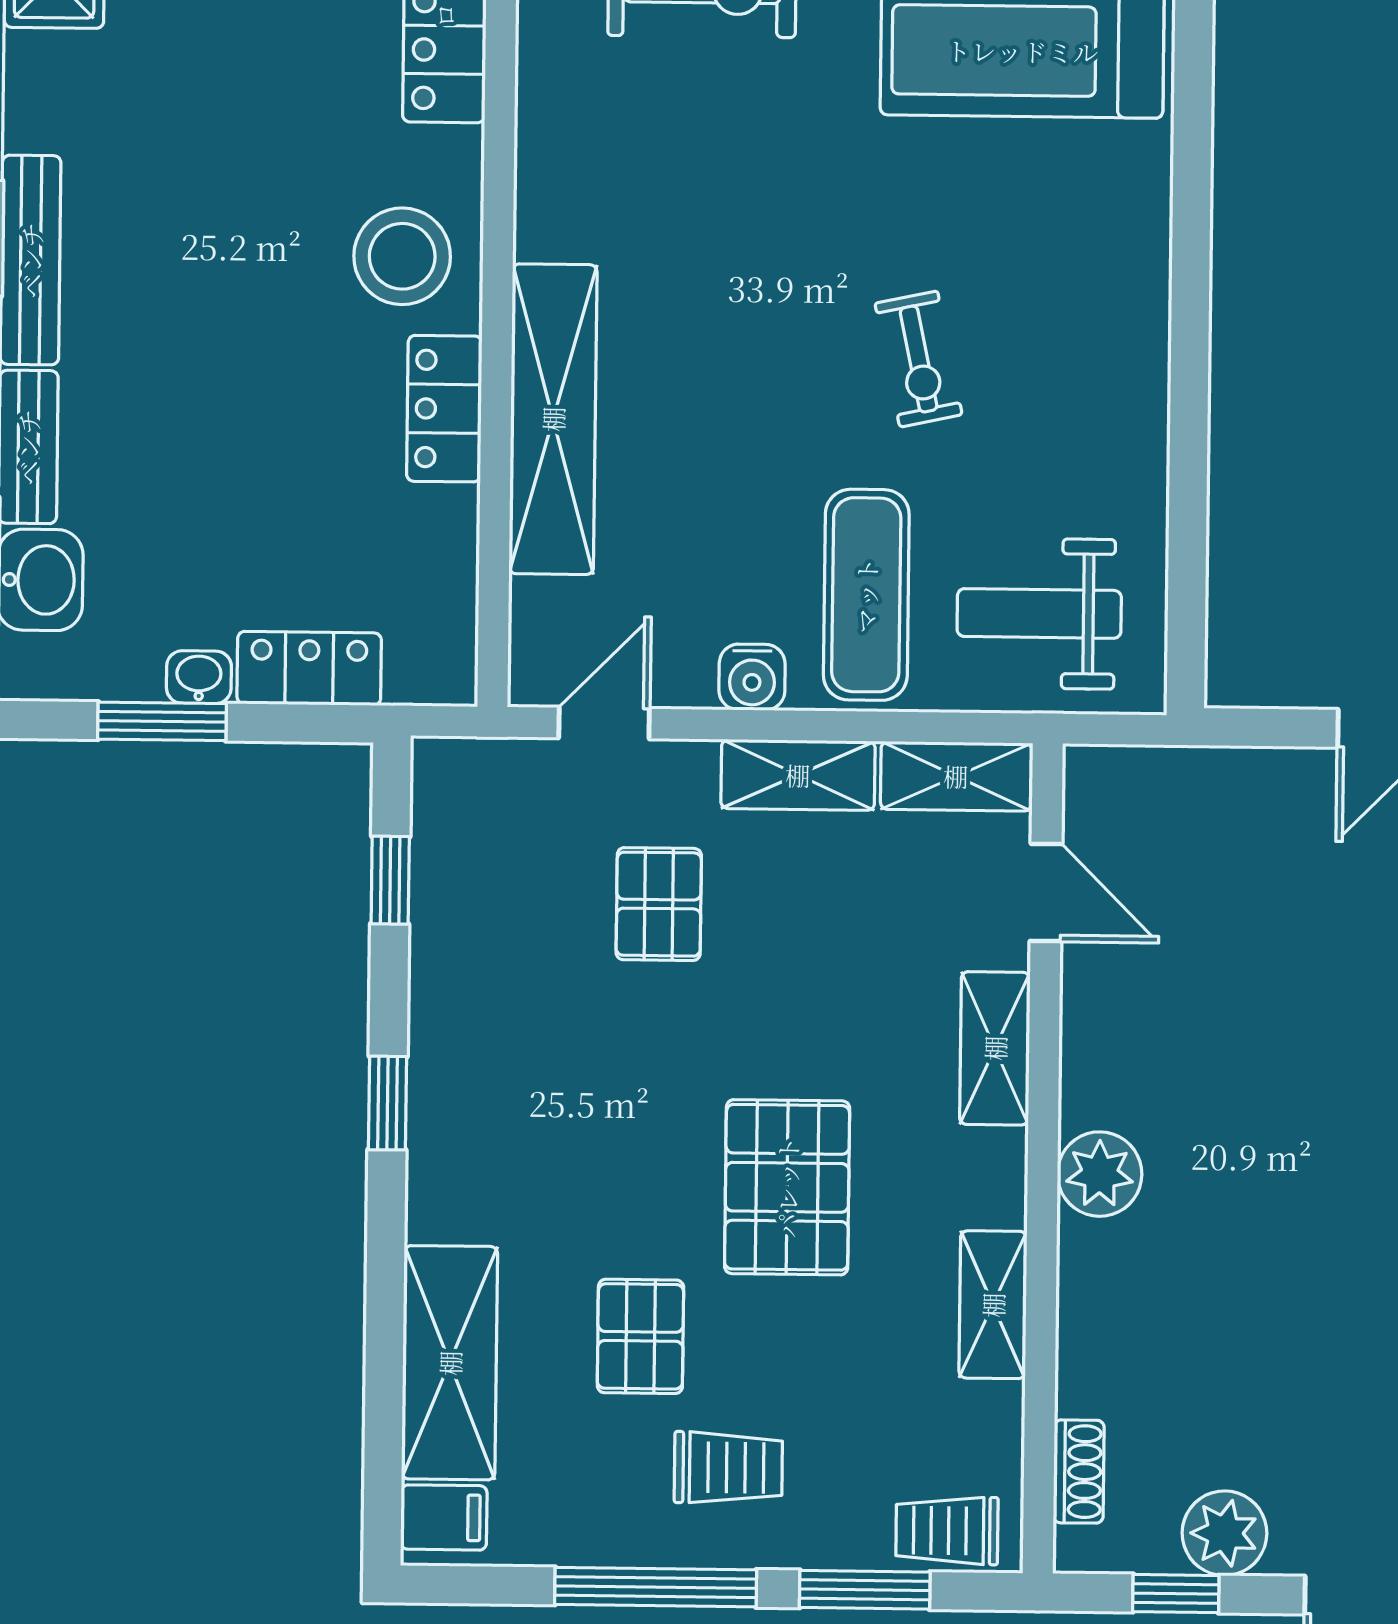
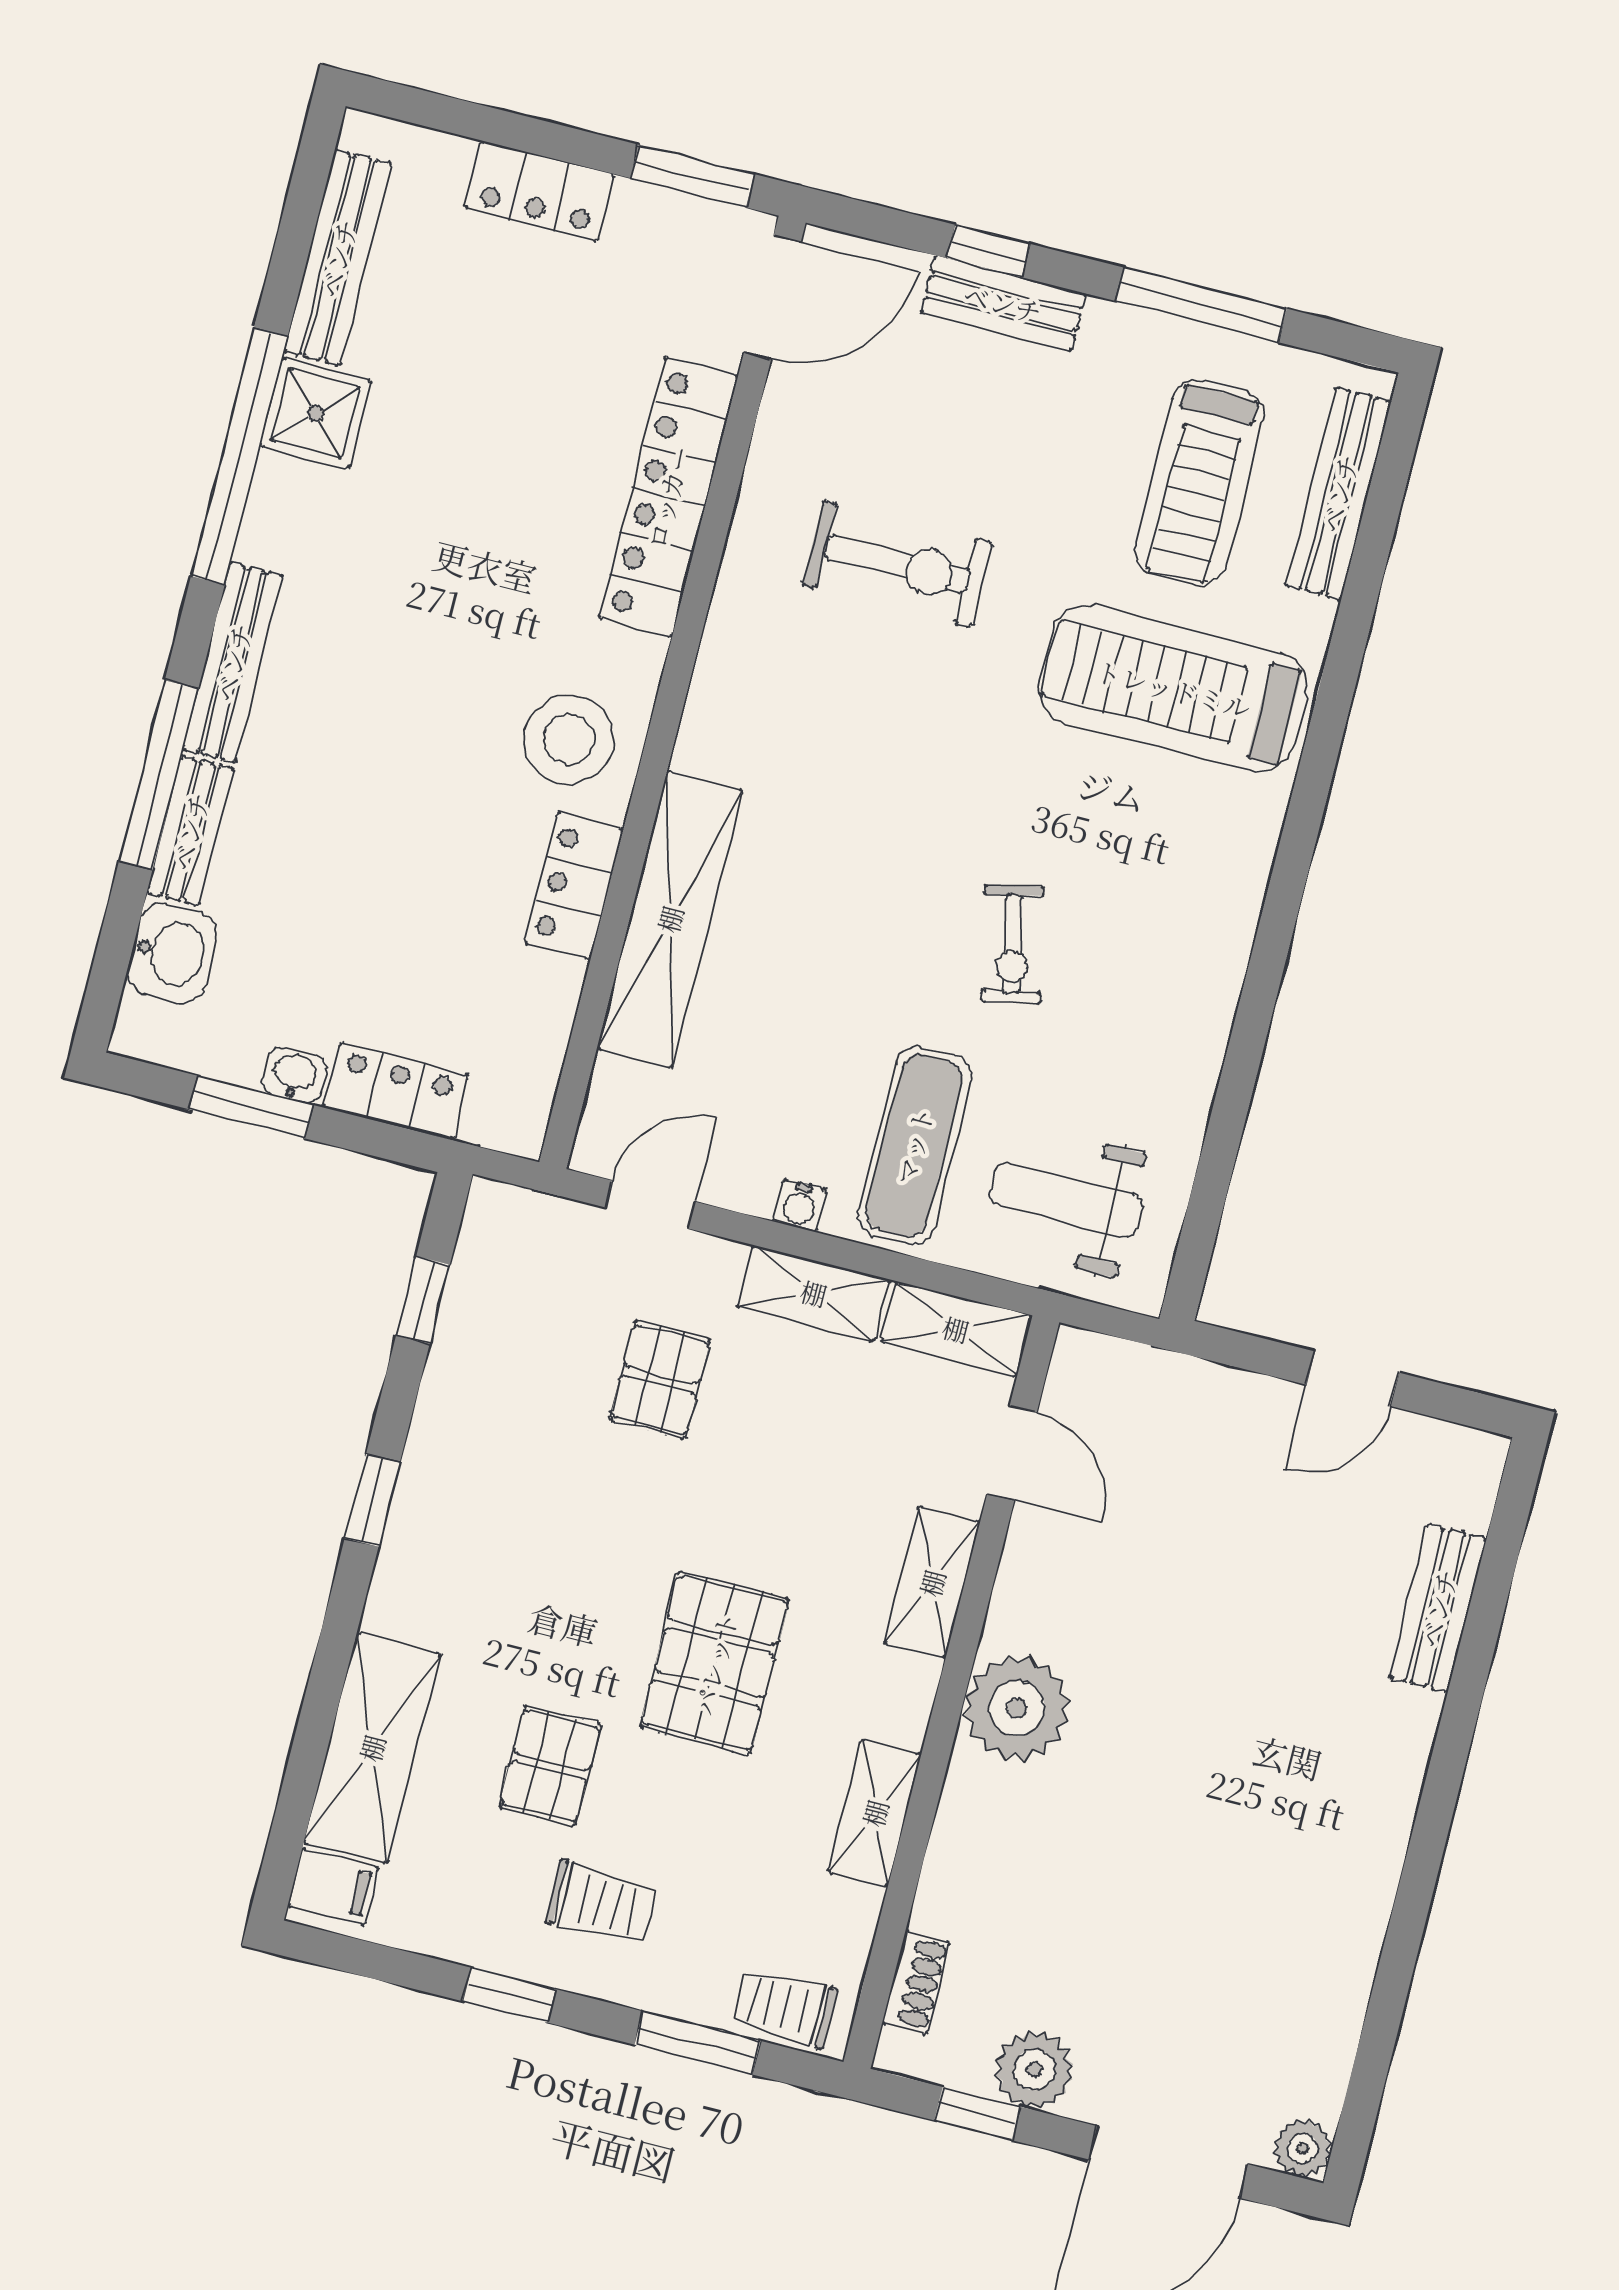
water cooler: (752, 677) -> (800, 1205), width x0.72, depth x0.72
plant: (1100, 1174) -> (1017, 1708), width x1.36, depth x1.36
window: (656, 1587) -> (509, 1995), width x0.46

